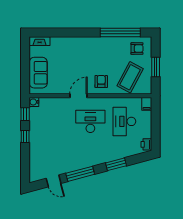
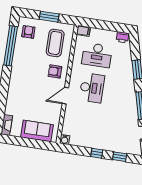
coffee table: (130, 77) -> (55, 43), turned 62
door: (78, 96) -> (65, 96), hinge flipped
window: (25, 114) -> (120, 157), moved
desk: (90, 121) -> (92, 88), turned 180

